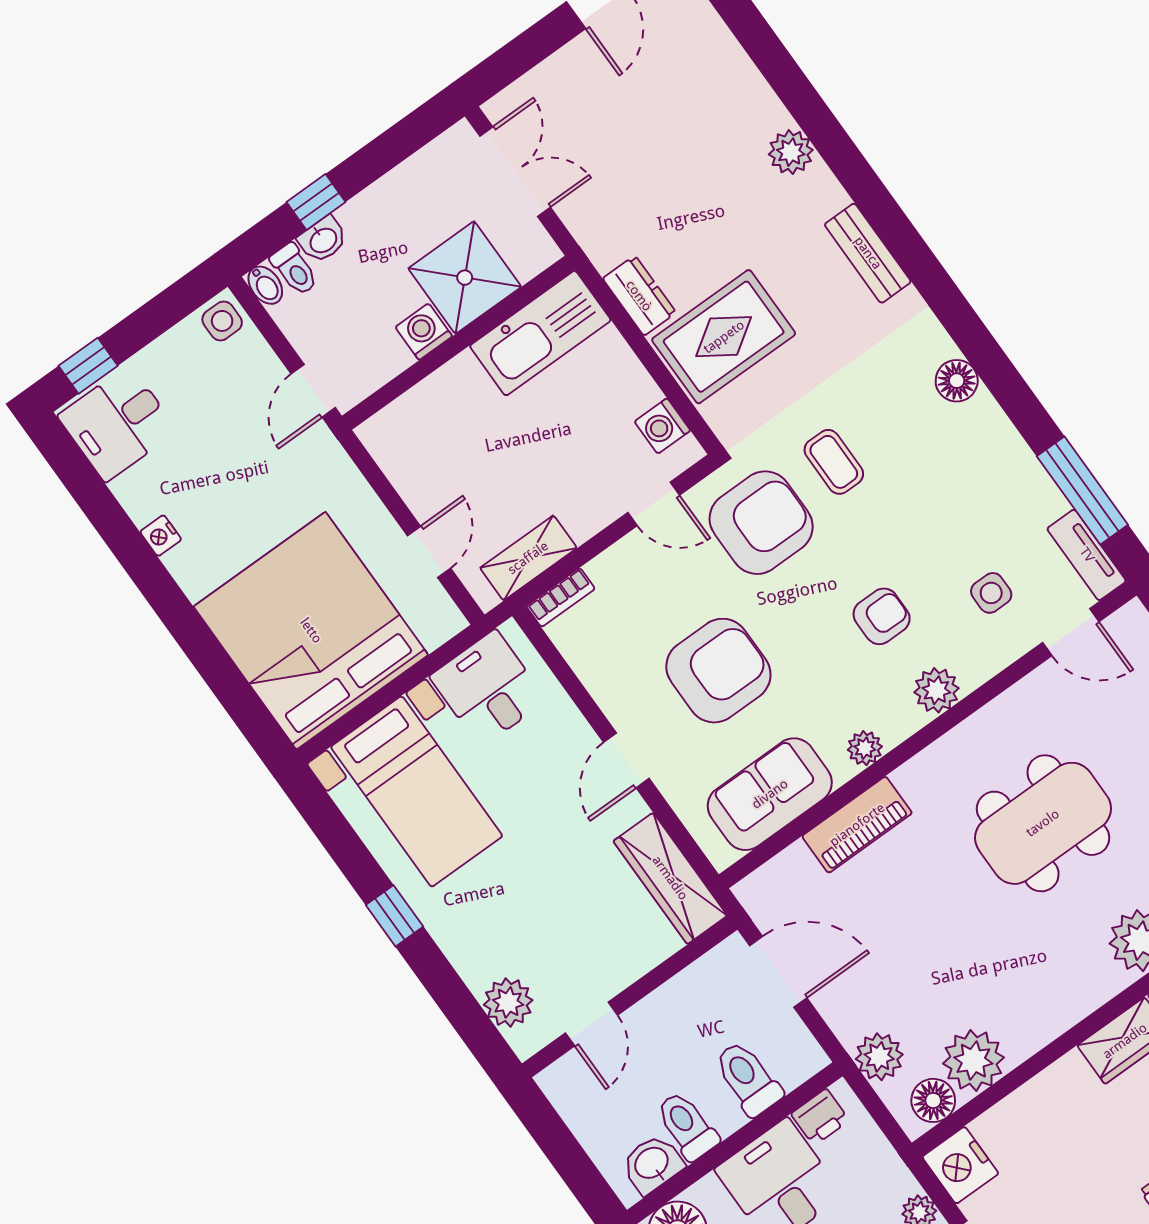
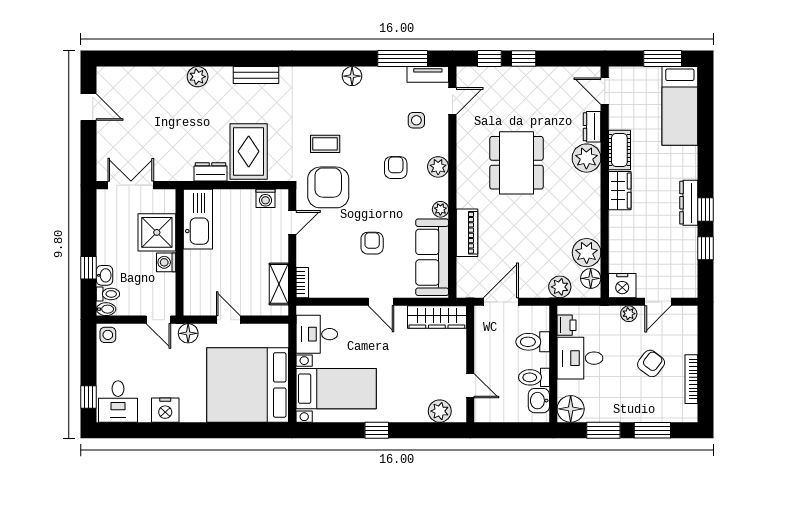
floor lamp: (957, 381) -> (352, 76), moved
floor lamp: (327, 461) -> (188, 333), added
nightstand: (161, 536) -> (165, 410), width x1.89, depth x1.79
door: (429, 552) -> (228, 320), moved
armchair: (718, 671) -> (372, 243), width x0.53, depth x0.53
sofa: (770, 794) -> (432, 257), width x1.36

